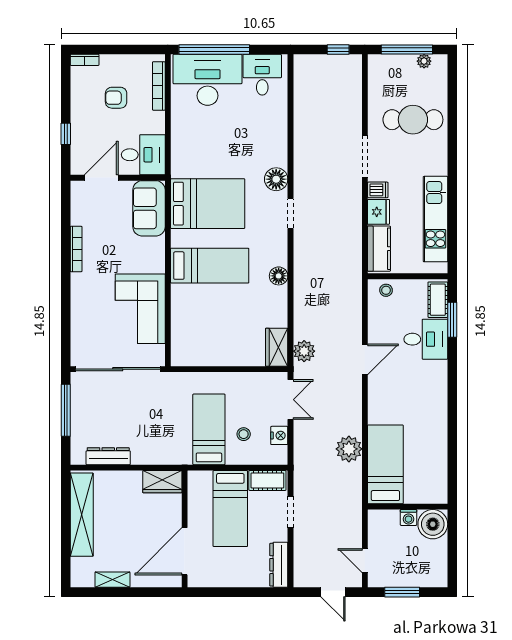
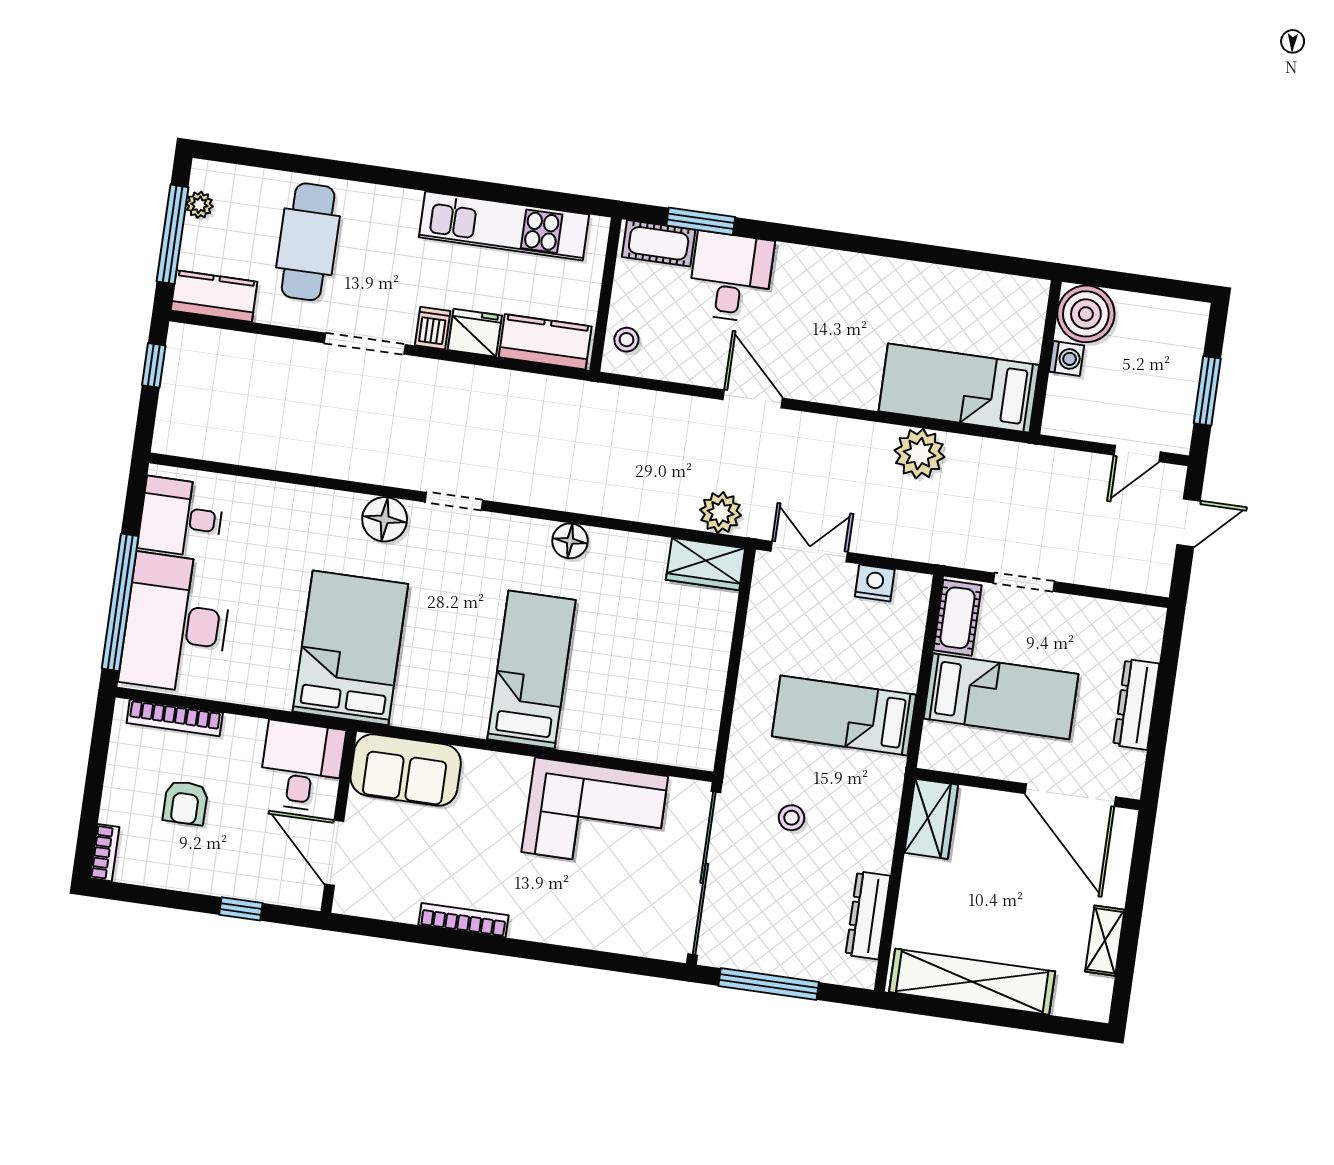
kitchen counter: (378, 75) -> (214, 296), added
bed: (208, 204) -> (350, 648), moved
stool: (244, 434) -> (792, 818), moved
dresser: (279, 565) -> (1136, 704), moved, turned 90

